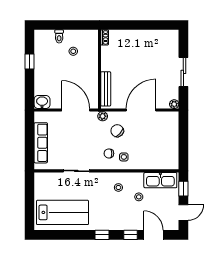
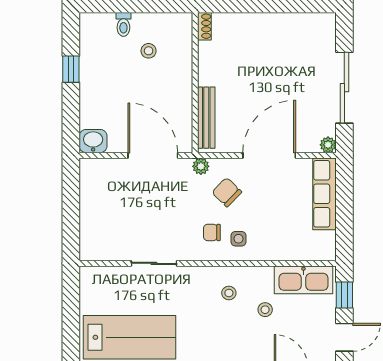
sliding door: (183, 72) -> (344, 88), width x1.37
row of seats: (41, 143) -> (324, 194), moved, turned 180

